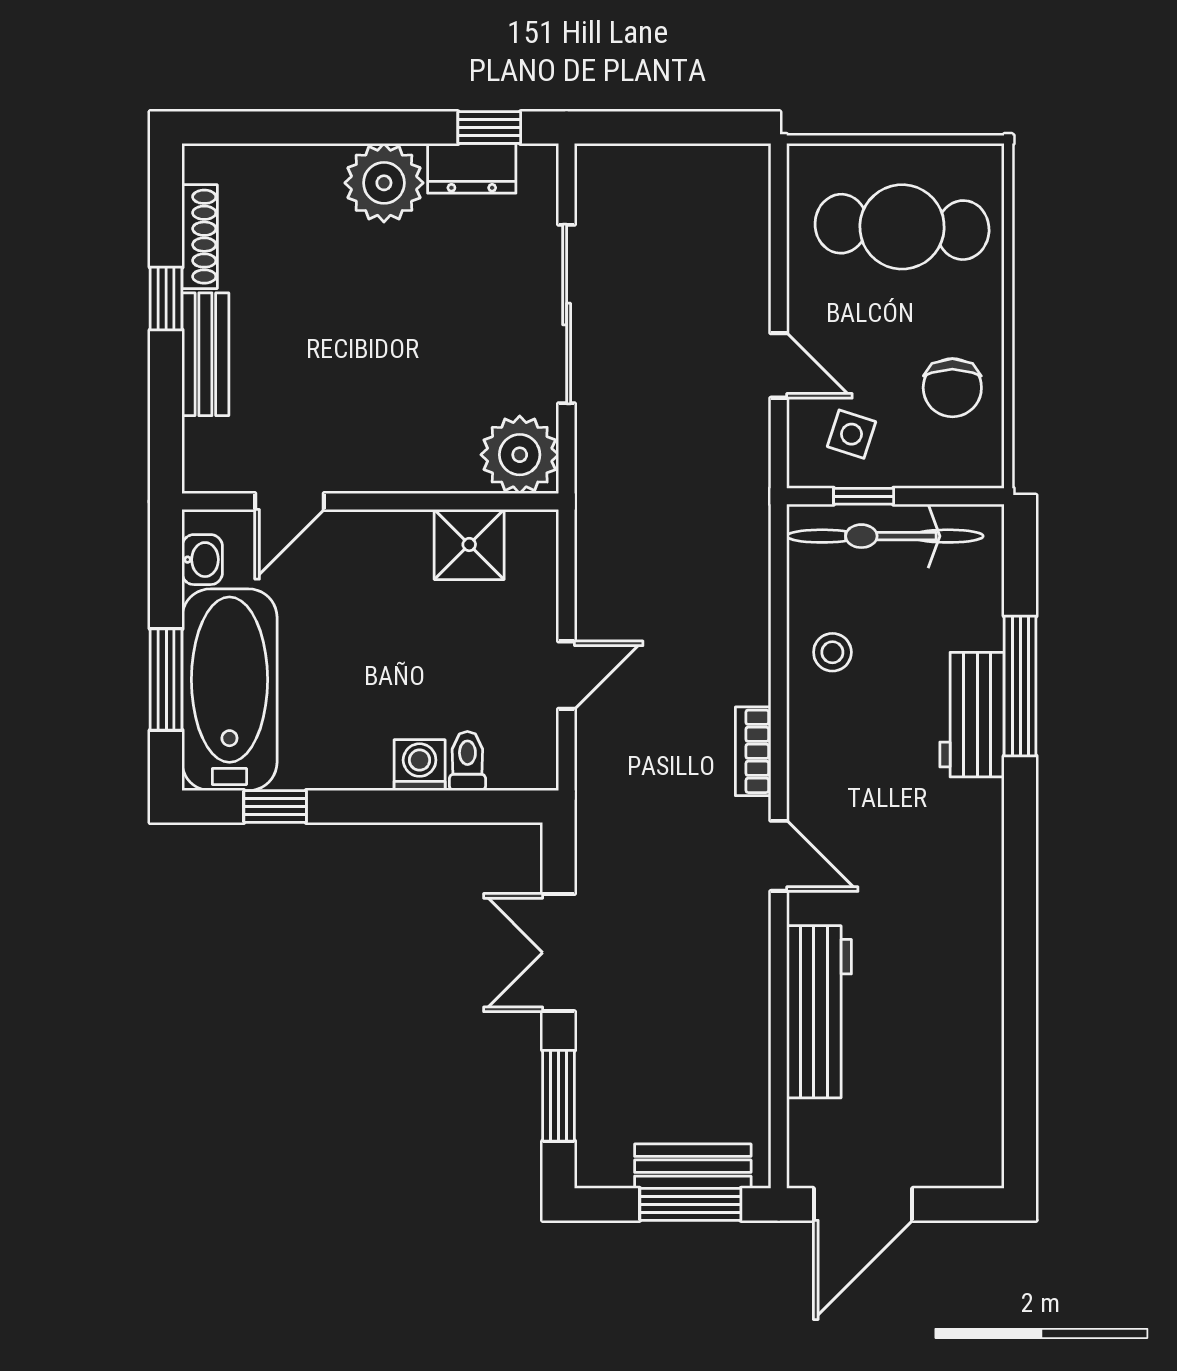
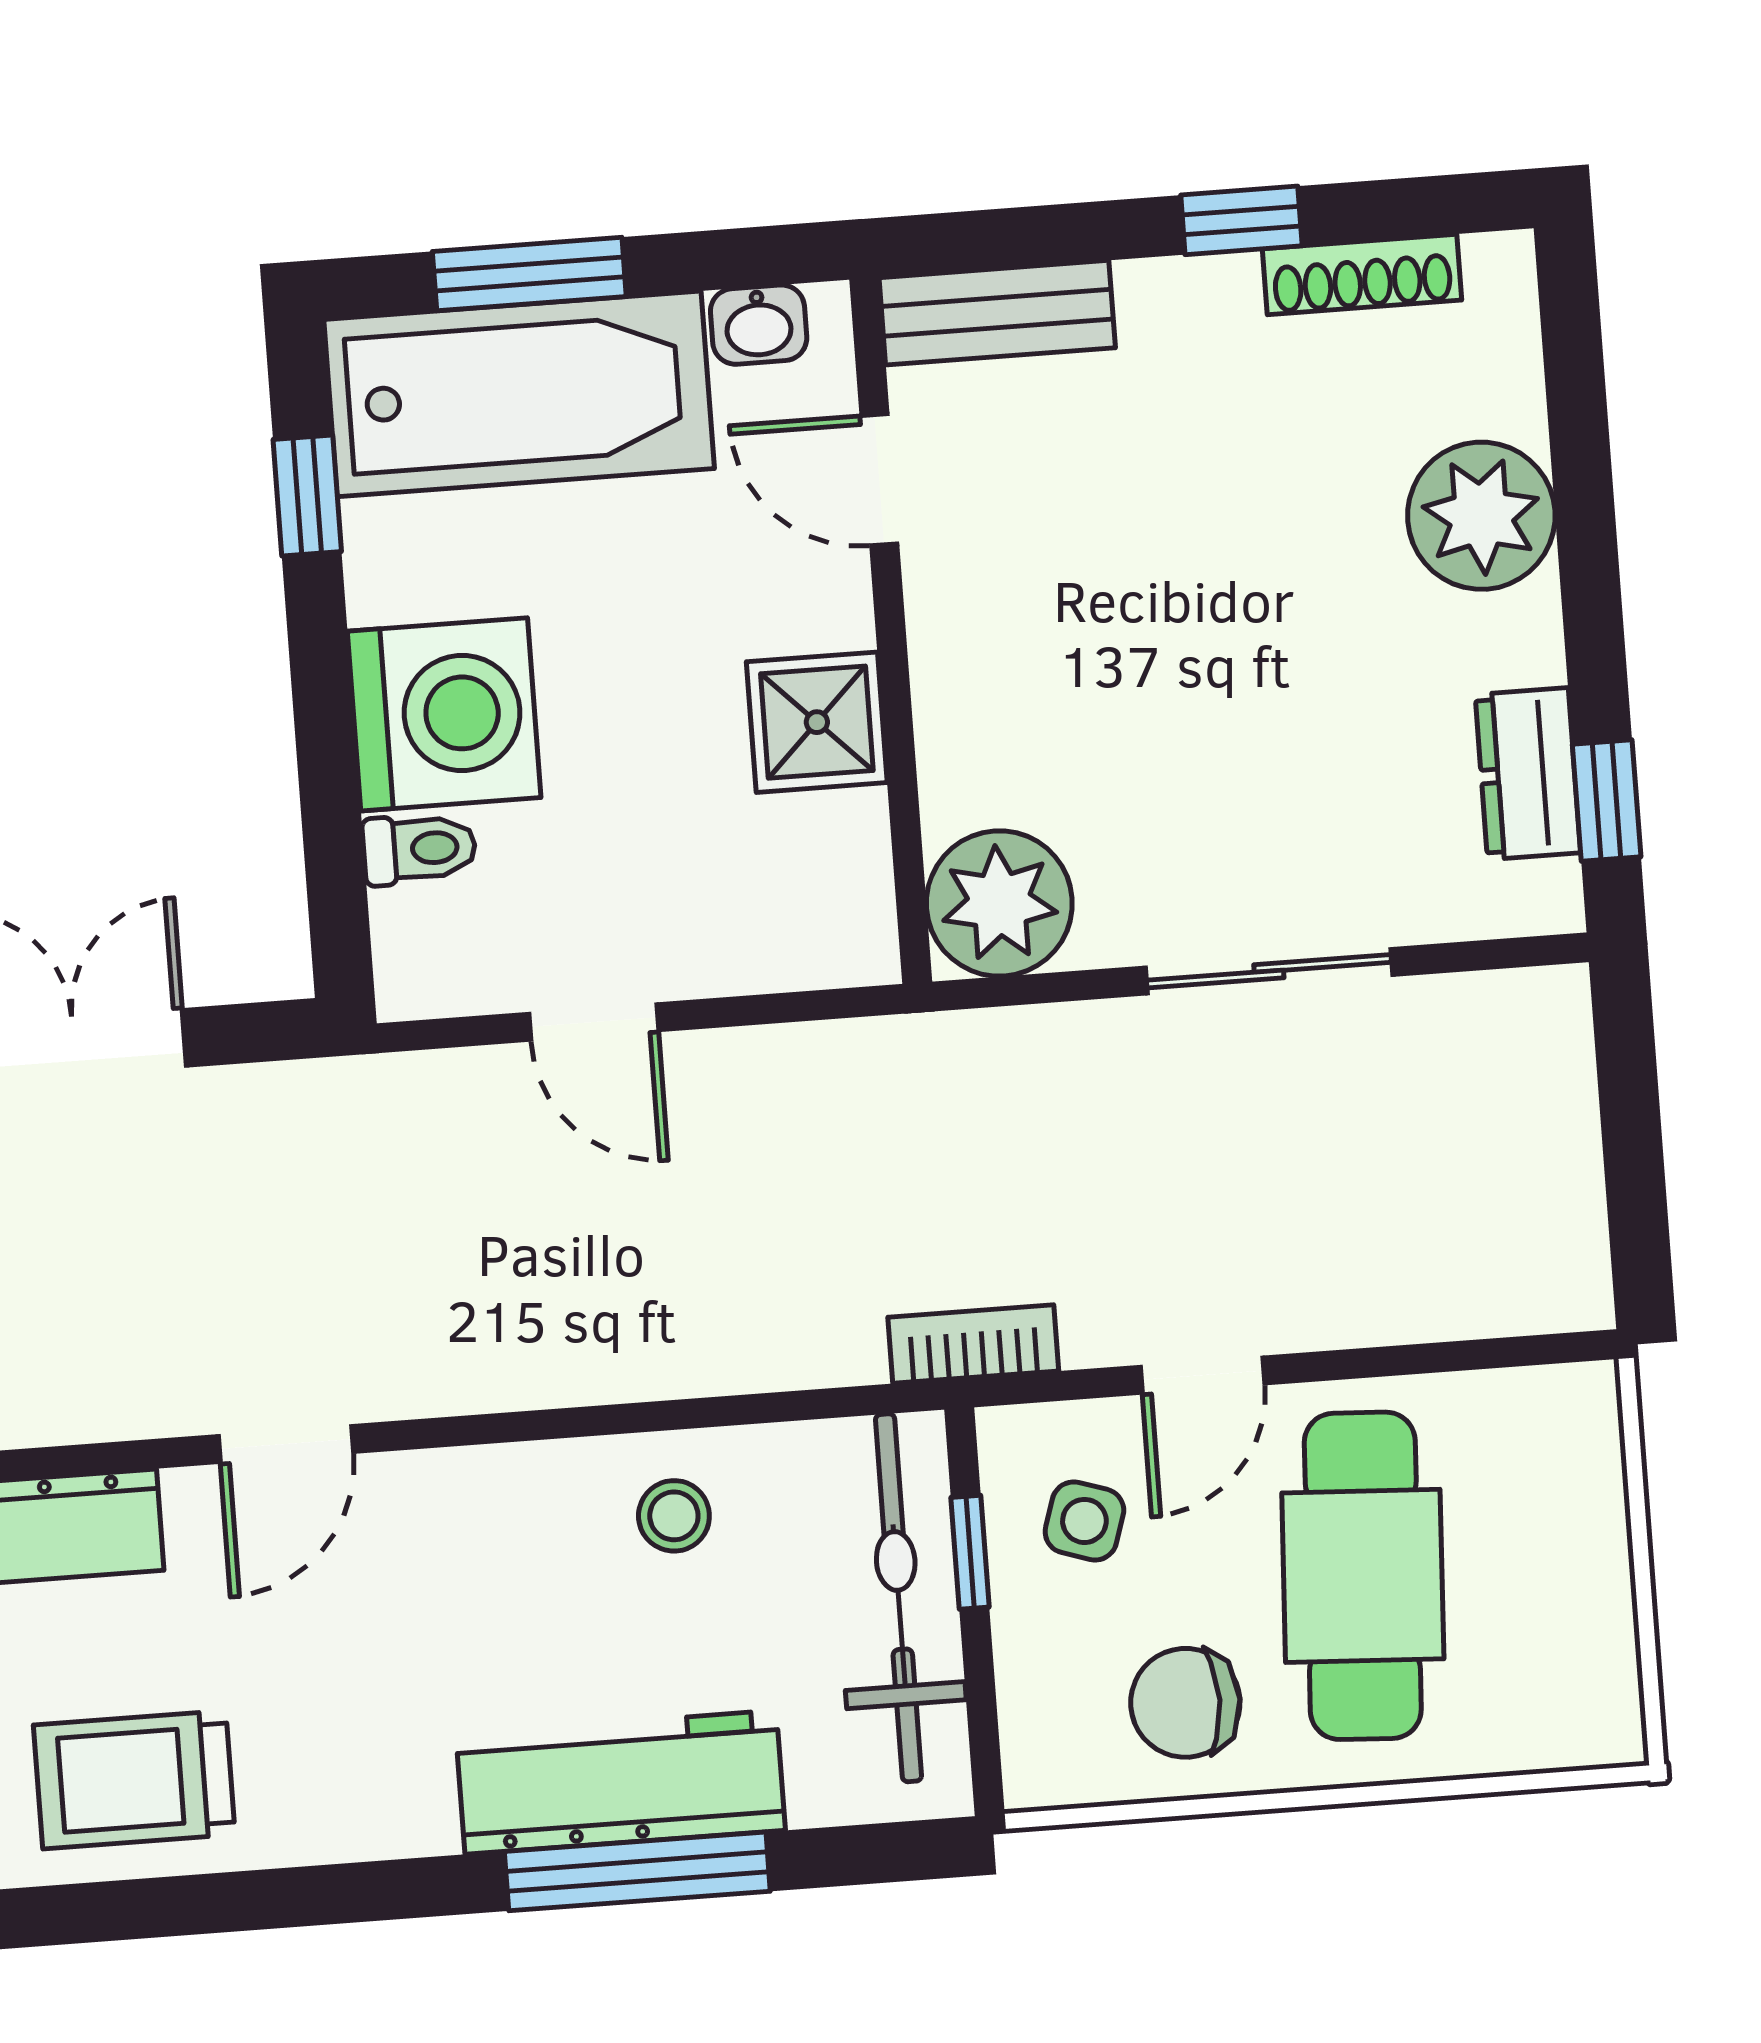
plant: (384, 183) -> (1481, 516), moved
cafe table: (902, 227) -> (1363, 1576), moved
sliding door: (567, 314) -> (1269, 971), width x0.73
bench: (205, 354) -> (997, 313), moved
shower: (469, 544) -> (817, 722), moved
workbench: (972, 715) -> (621, 1782), width x1.37
bookcase: (753, 751) -> (973, 1344), moved
washing machine: (420, 765) -> (444, 714), width x1.89, depth x1.89
trolley: (951, 950) -> (134, 1780), added

